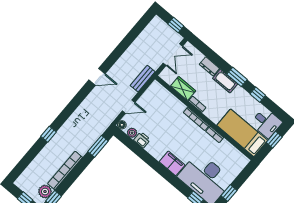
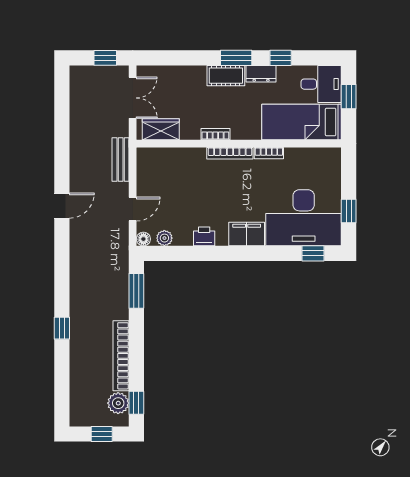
dresser: (209, 66) -> (261, 74), moved
wardrobe: (183, 89) -> (161, 129), moved
printer: (142, 140) -> (204, 236), moved

